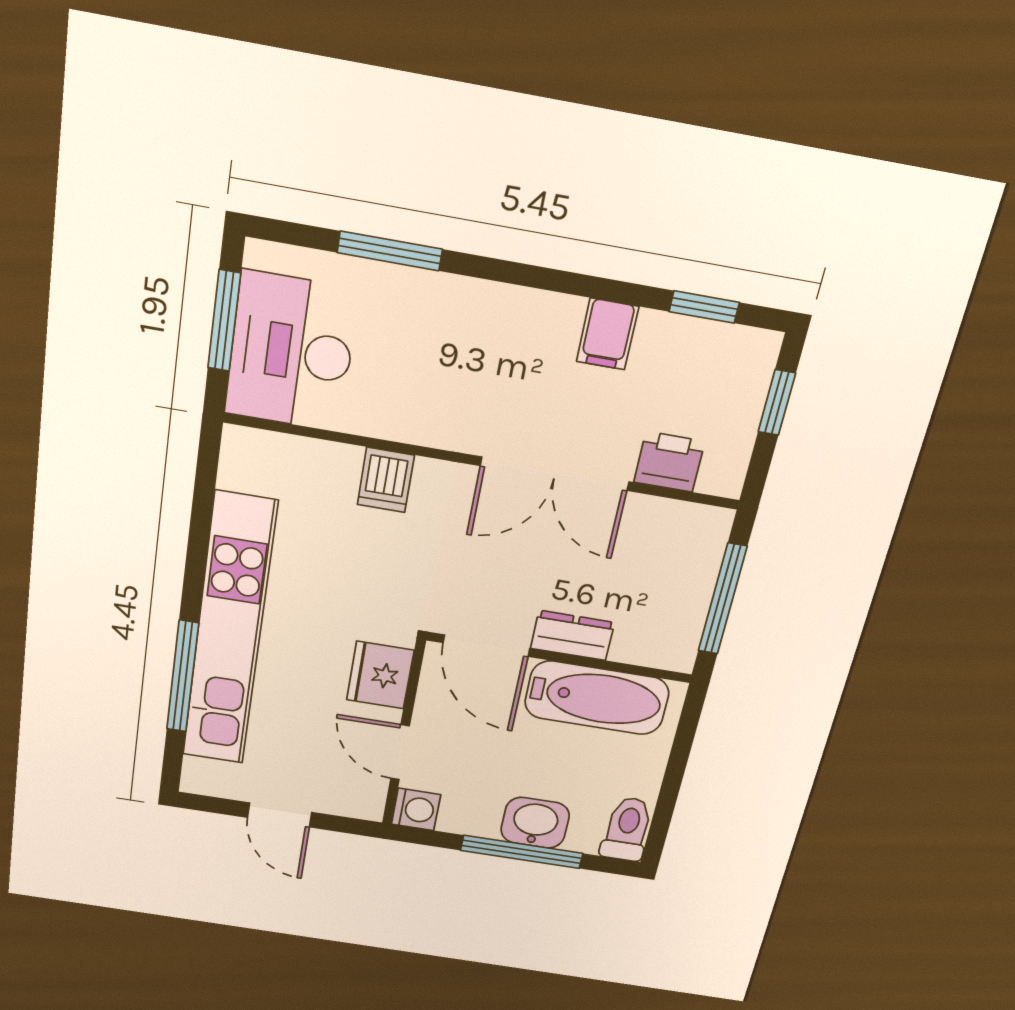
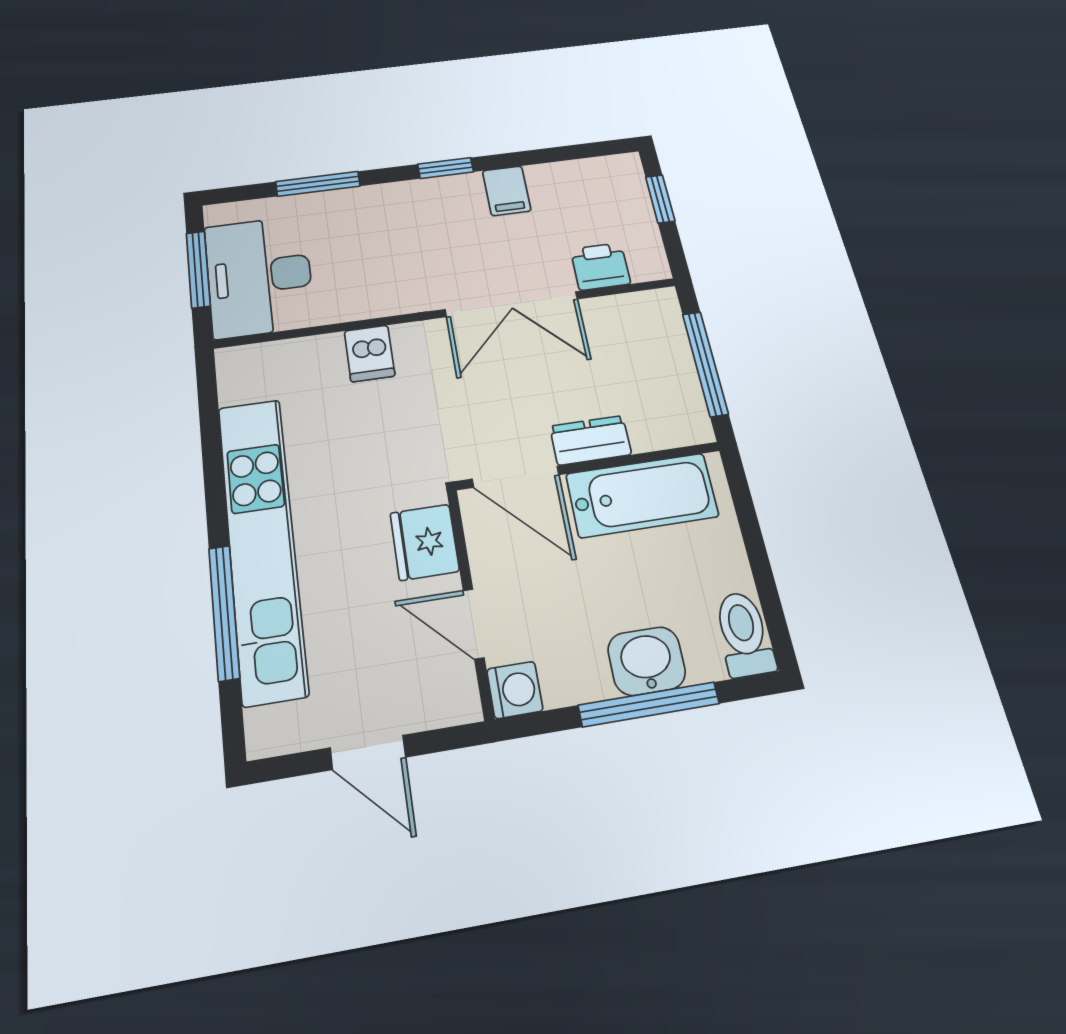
window: (704, 307) -> (446, 168), moved

